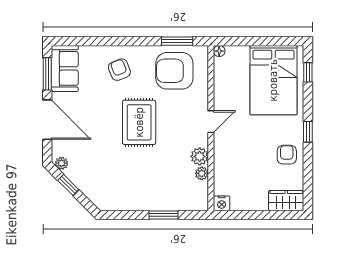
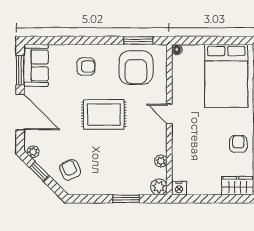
armchair: (119, 70) -> (86, 66), turned 112
armchair: (174, 71) -> (136, 68), turned -90
rug: (139, 122) -> (104, 114), turned 90
door: (211, 122) -> (169, 114), swing flipped
plant: (200, 156) -> (159, 187), moved
armchair: (102, 183) -> (70, 170), added

